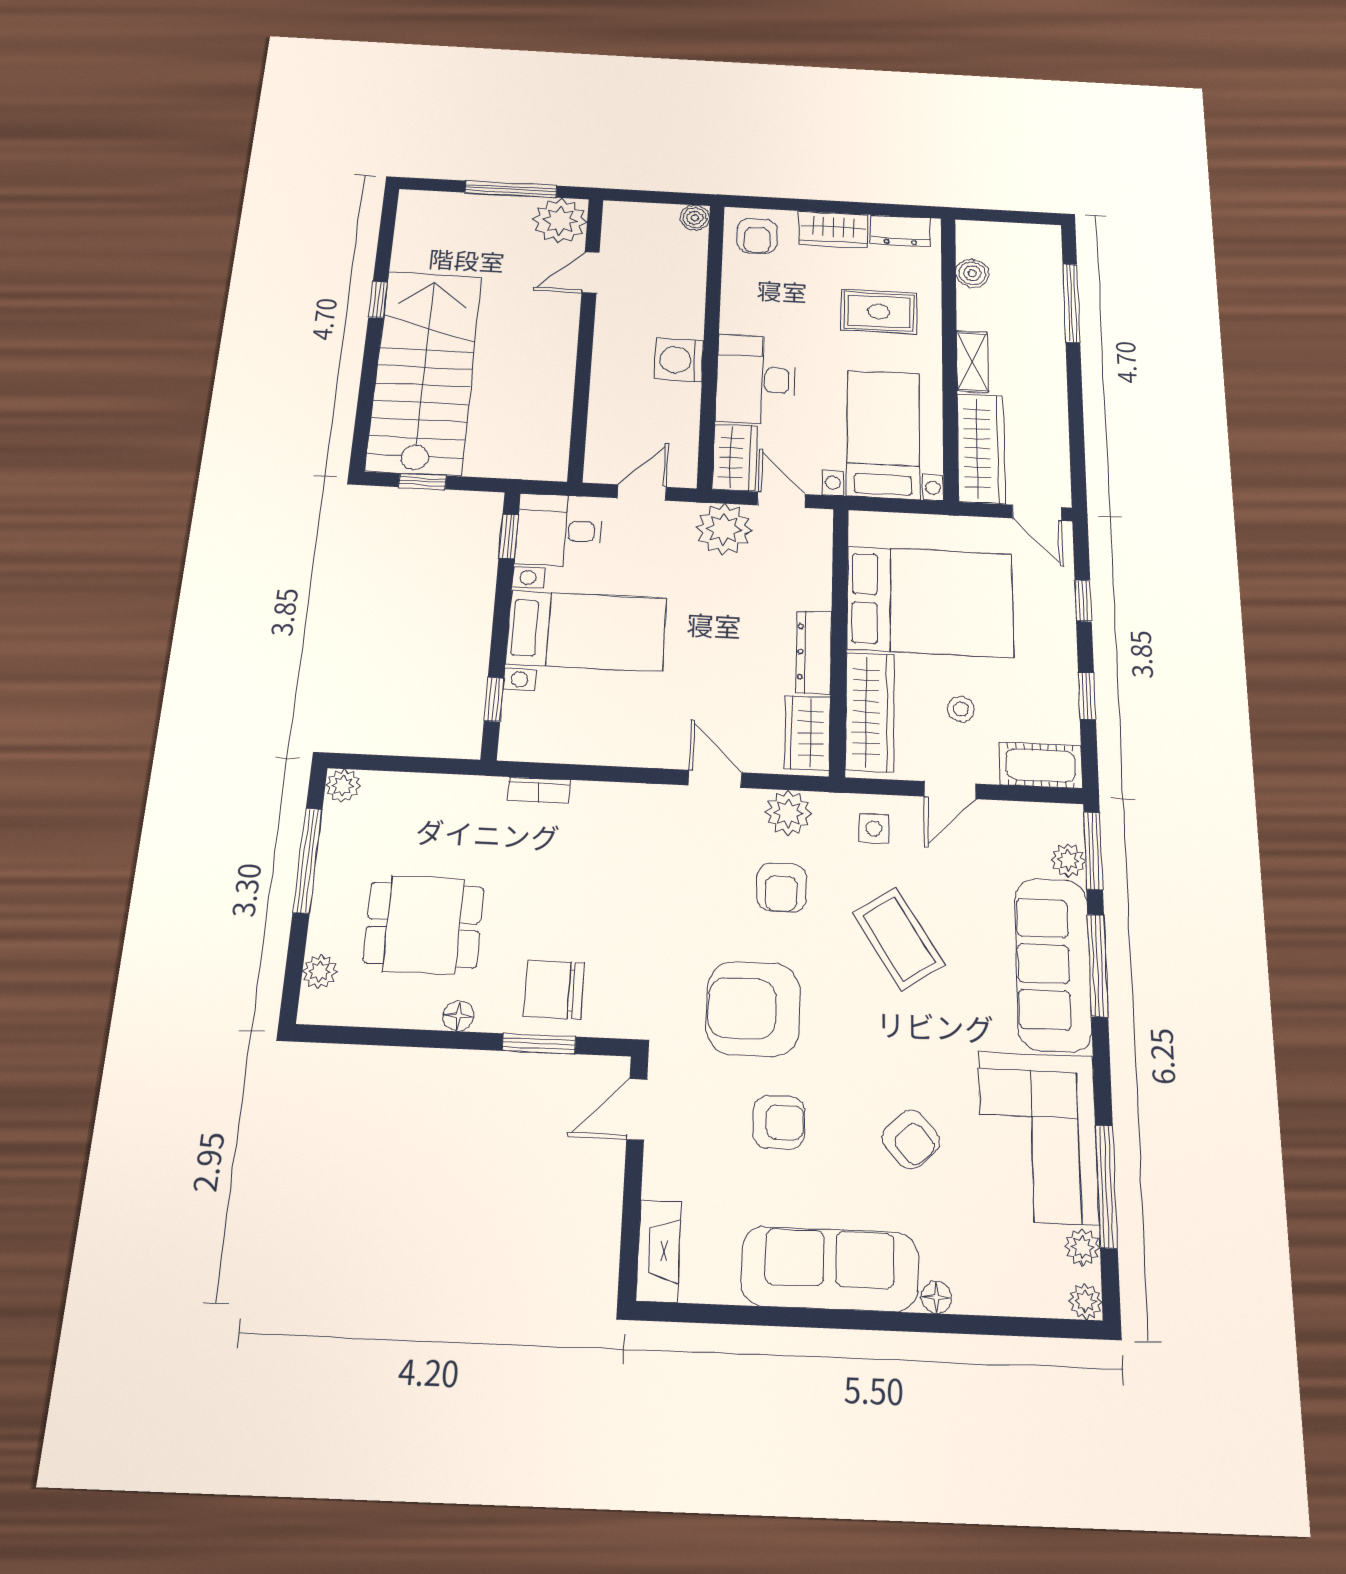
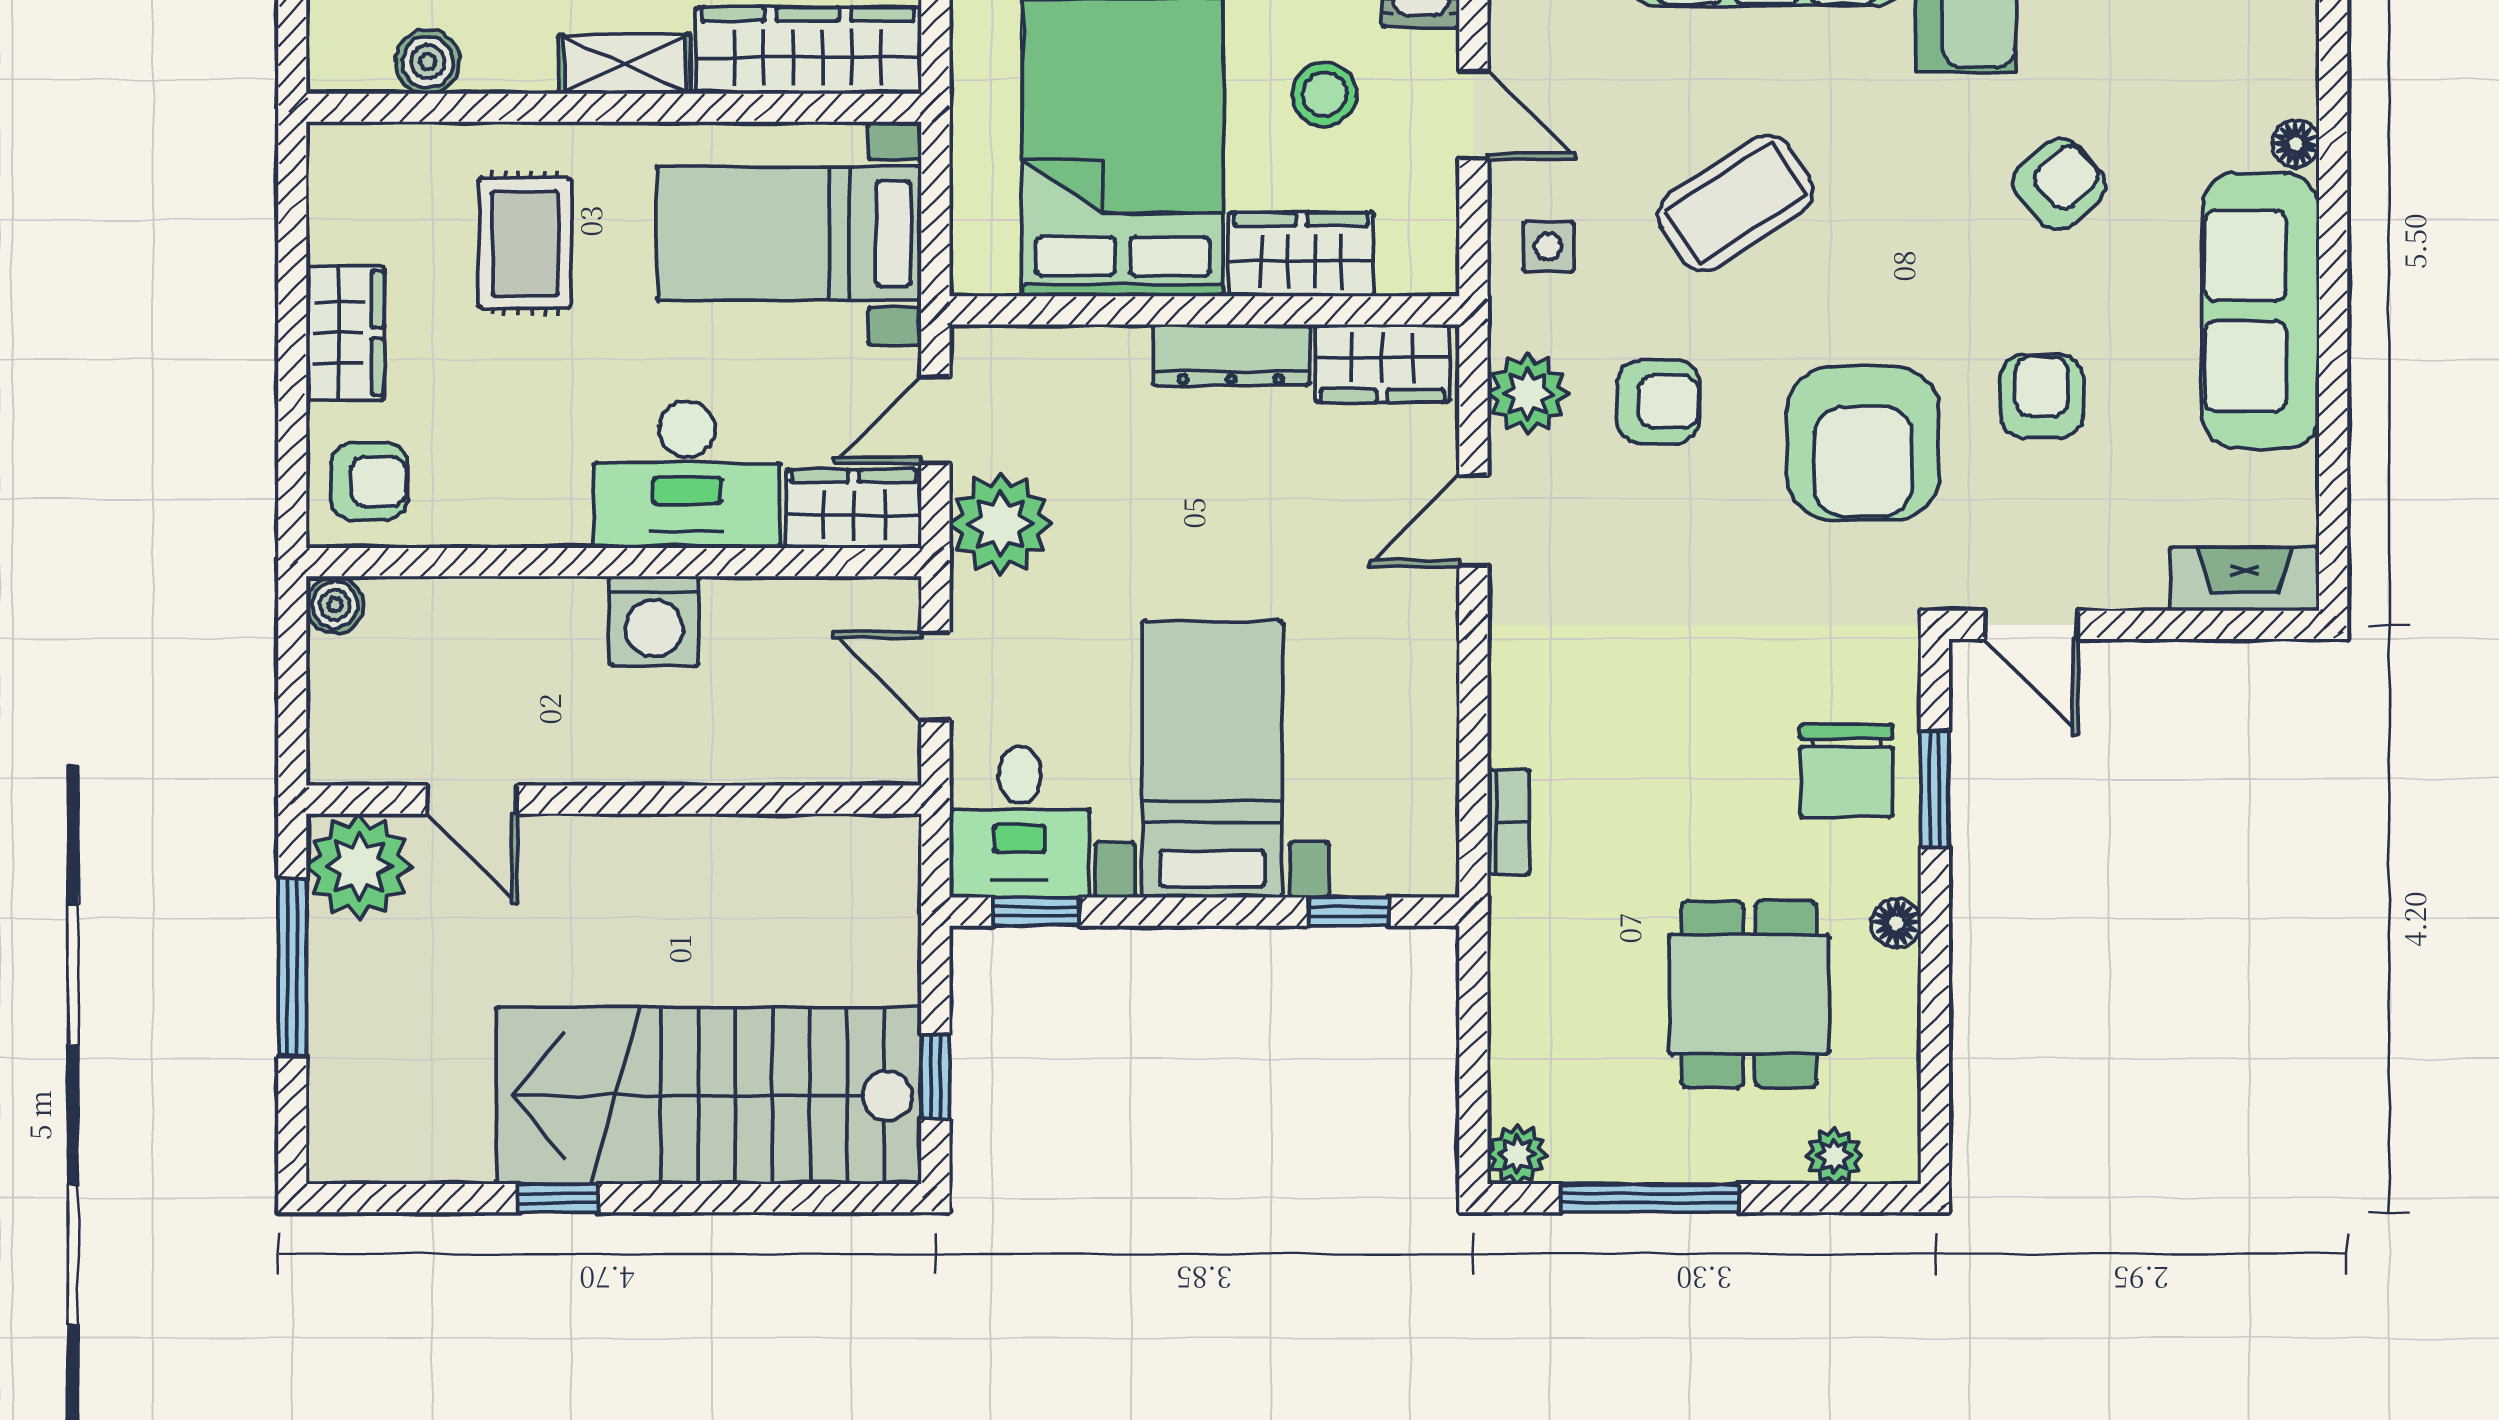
dresser: (900, 231) -> (339, 202), removed
stool: (961, 709) -> (1325, 94), width x1.37, depth x1.37
wardrobe: (870, 712) -> (1301, 254), width x0.67

